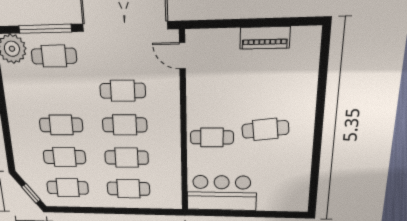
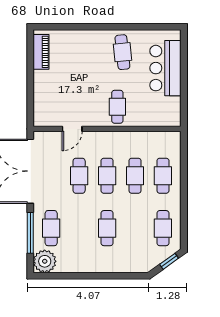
piano: (265, 38) -> (41, 52), moved
door: (182, 56) -> (72, 129), moved
cafe table: (265, 129) -> (122, 52), moved
cafe table: (64, 157) -> (135, 228), removed
bar counter: (221, 193) -> (165, 68), moved

